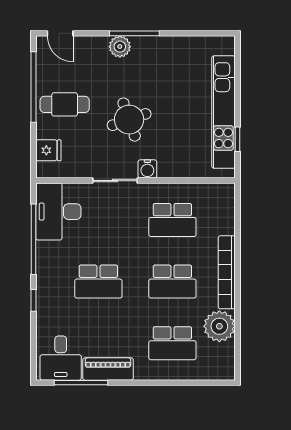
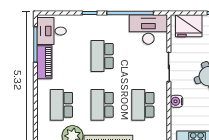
fridge: (48, 150) -> (189, 26), width x1.88, depth x1.34
water cooler: (147, 169) -> (176, 101), moved

